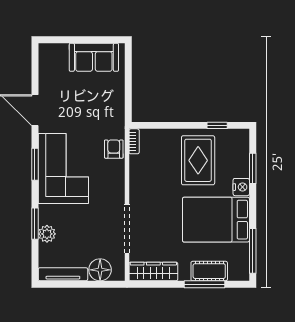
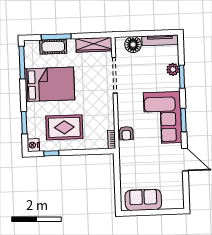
rug: (198, 160) -> (64, 127), turned 90
nightstand: (241, 187) -> (33, 145), moved

